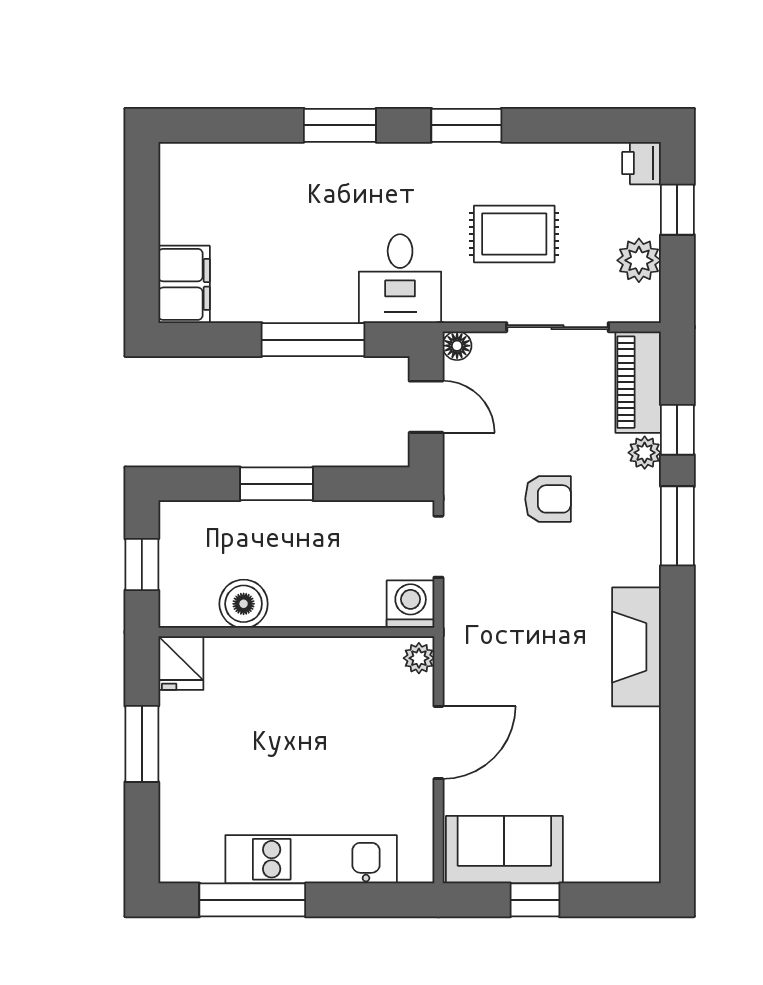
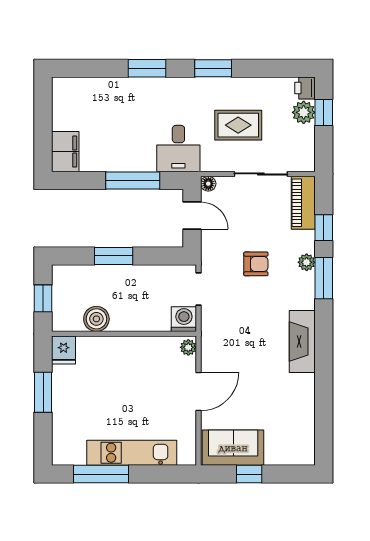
plant: (639, 260) -> (304, 112), moved
plant: (645, 453) -> (307, 262), moved

